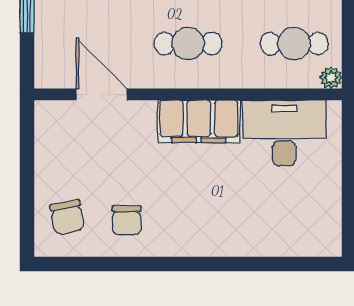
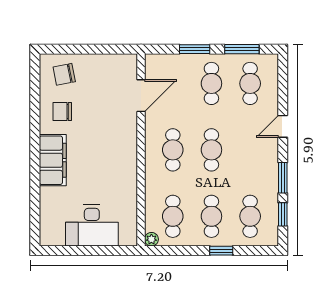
filing cabinet: (199, 121) -> (53, 160), moved, turned 180
desk: (284, 133) -> (92, 226), moved, turned 90

